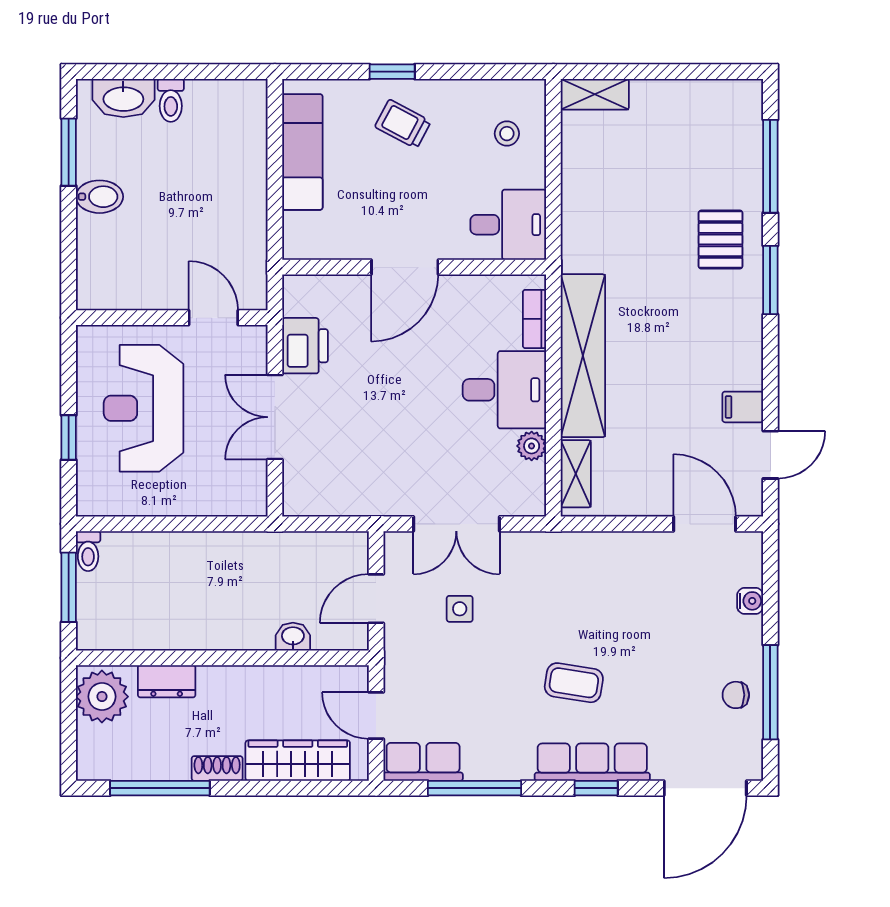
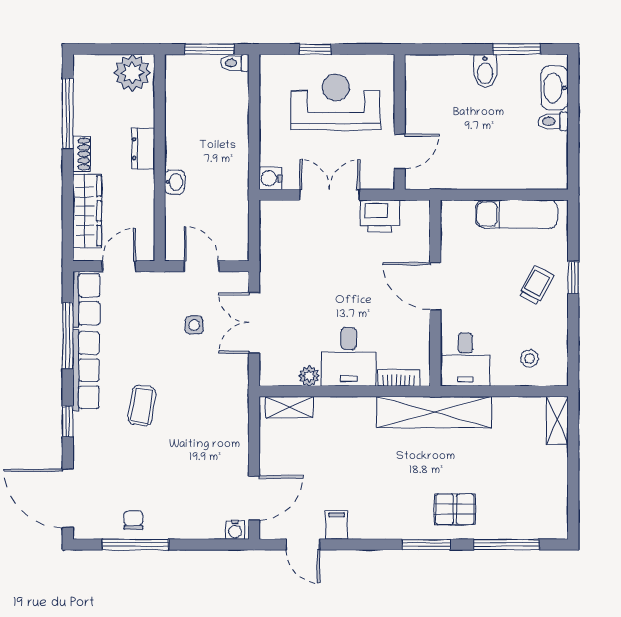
shelving: (583, 356) -> (434, 412), moved
water cooler: (252, 501) -> (271, 178), added
water cooler: (750, 601) -> (235, 530), moved
washbasin: (293, 637) -> (175, 182), moved
dresser: (167, 681) -> (143, 149), moved
row of seats: (592, 762) -> (86, 370), moved

